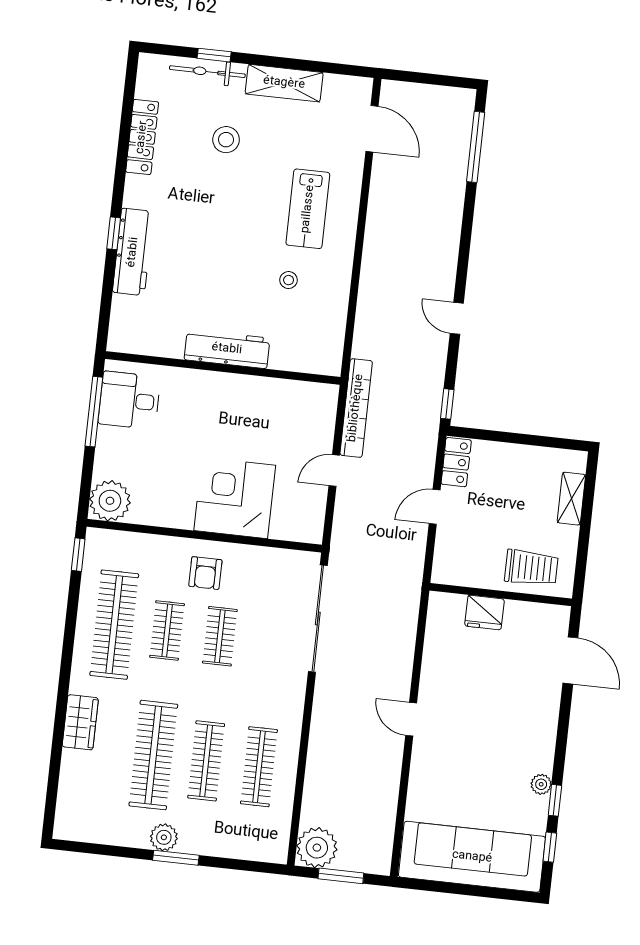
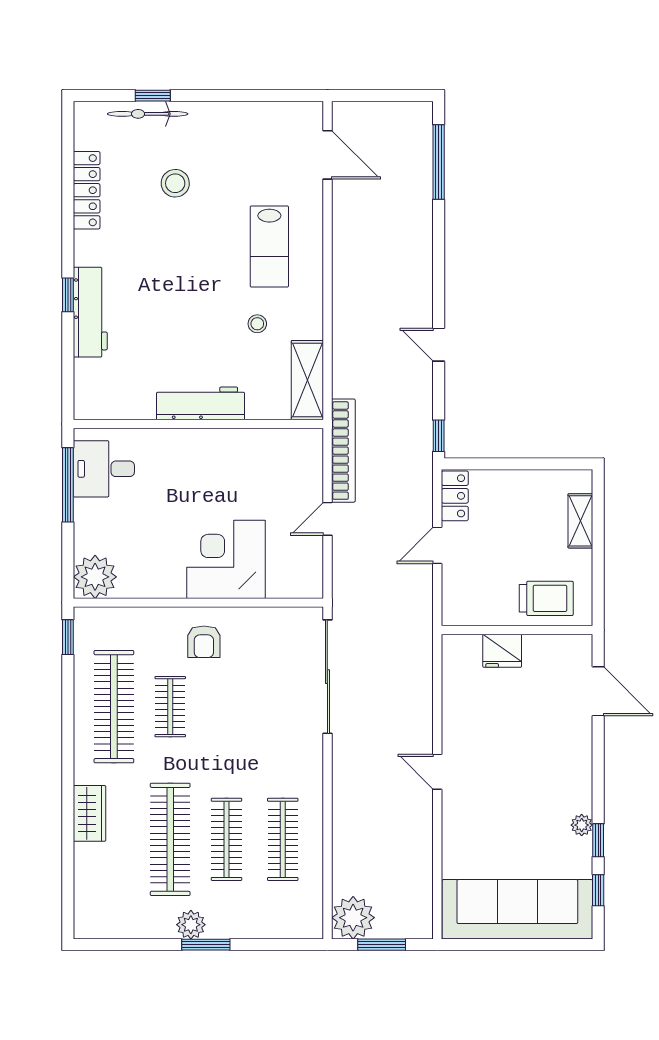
shelving: (284, 83) -> (307, 380), moved, turned 90
clothes rail: (220, 636) -> (226, 707), removed

